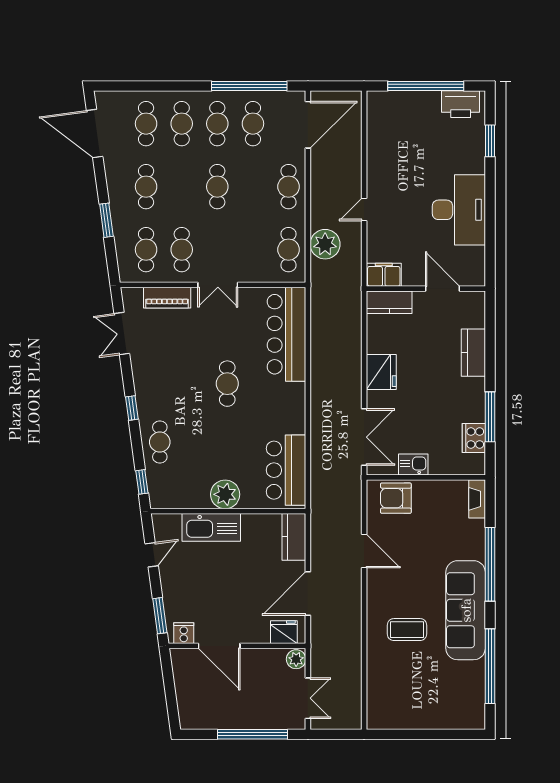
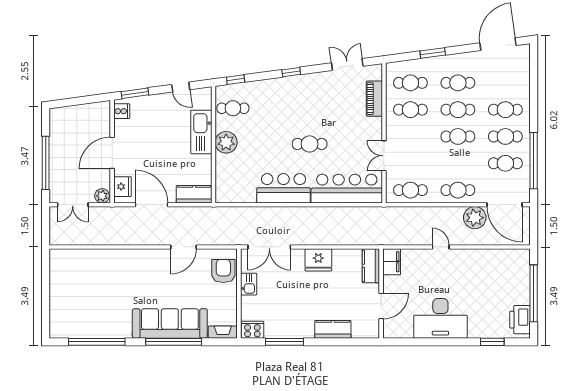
cafe table: (146, 124) -> (458, 110), moved
plant: (325, 244) -> (475, 218), moved
double door: (218, 285) -> (384, 156), moved
cooker: (474, 438) -> (252, 330), moved
cafe table: (160, 442) -> (233, 108), moved
bar counter: (286, 470) -> (283, 188), moved
sofa: (466, 610) -> (170, 323), moved
coffee table: (407, 630) -> (124, 279), removed
door: (219, 646) -> (112, 153), moved

